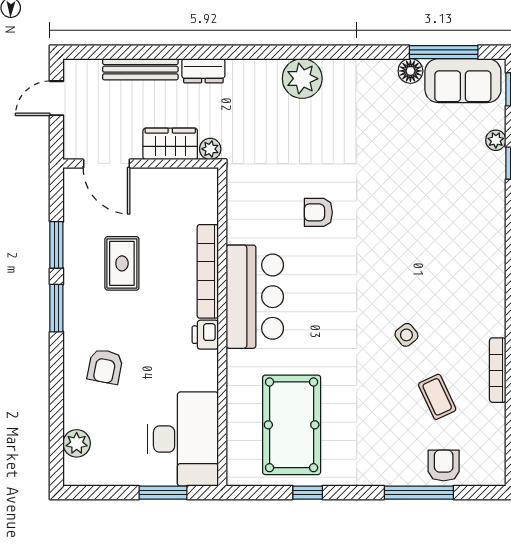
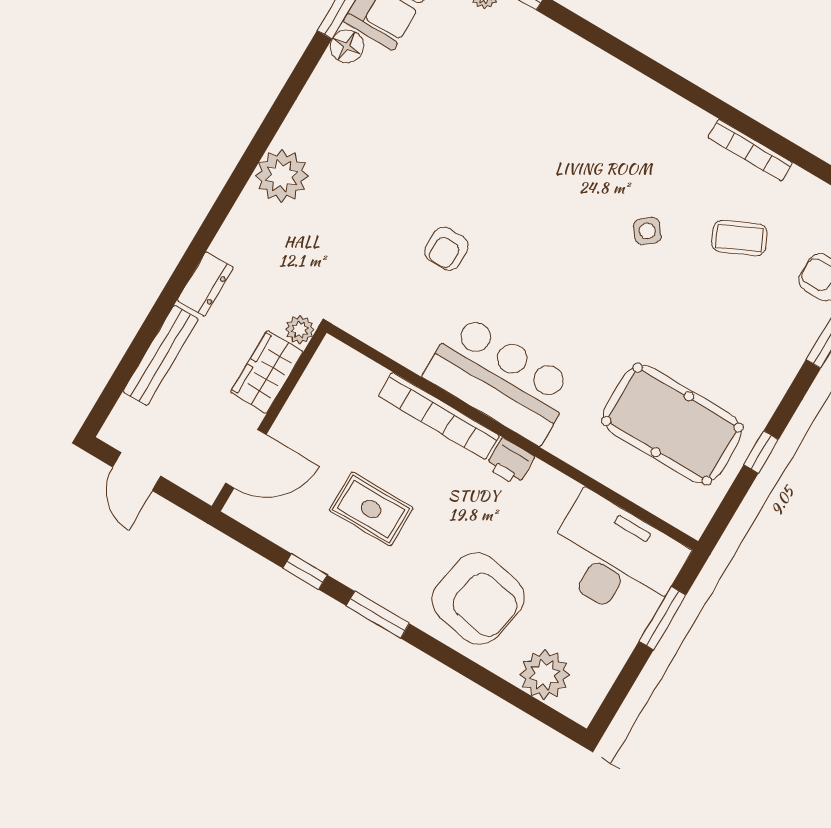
window: (56, 245) -> (305, 572), width x0.67
armchair: (105, 366) -> (478, 599), width x1.88, depth x1.88
plant: (77, 443) -> (545, 675), width x1.36, depth x1.36

